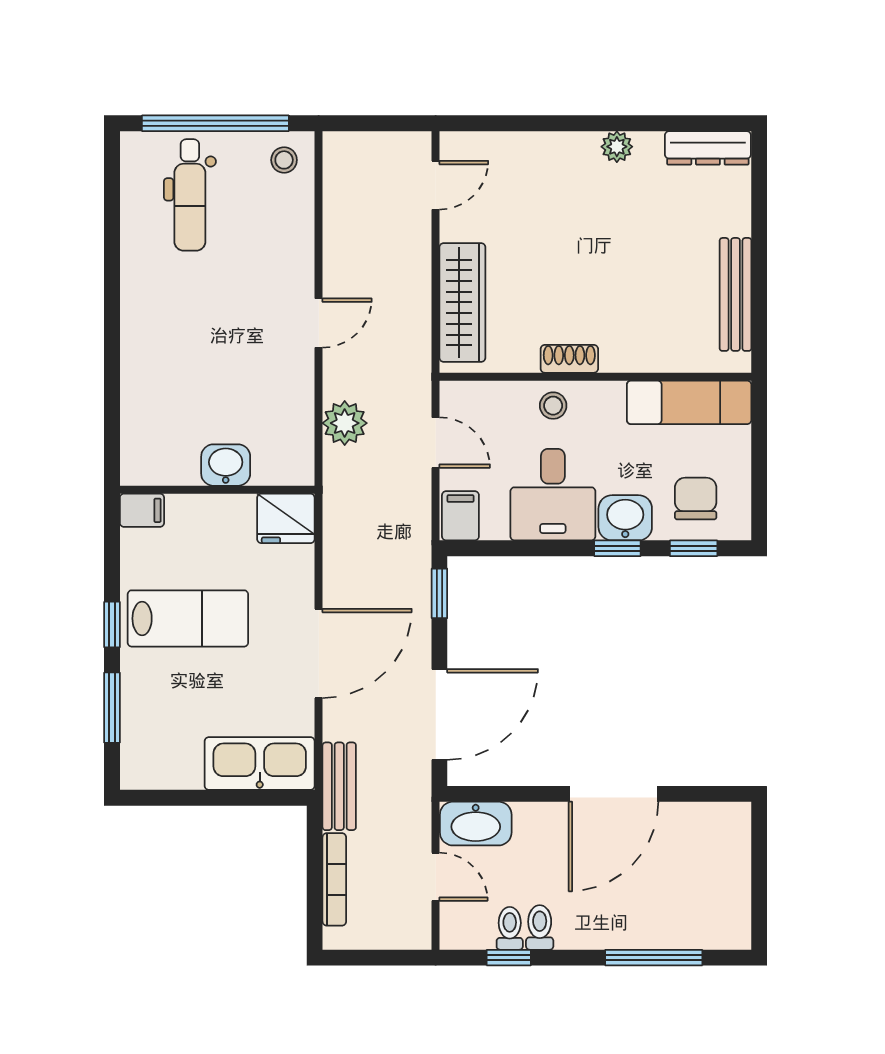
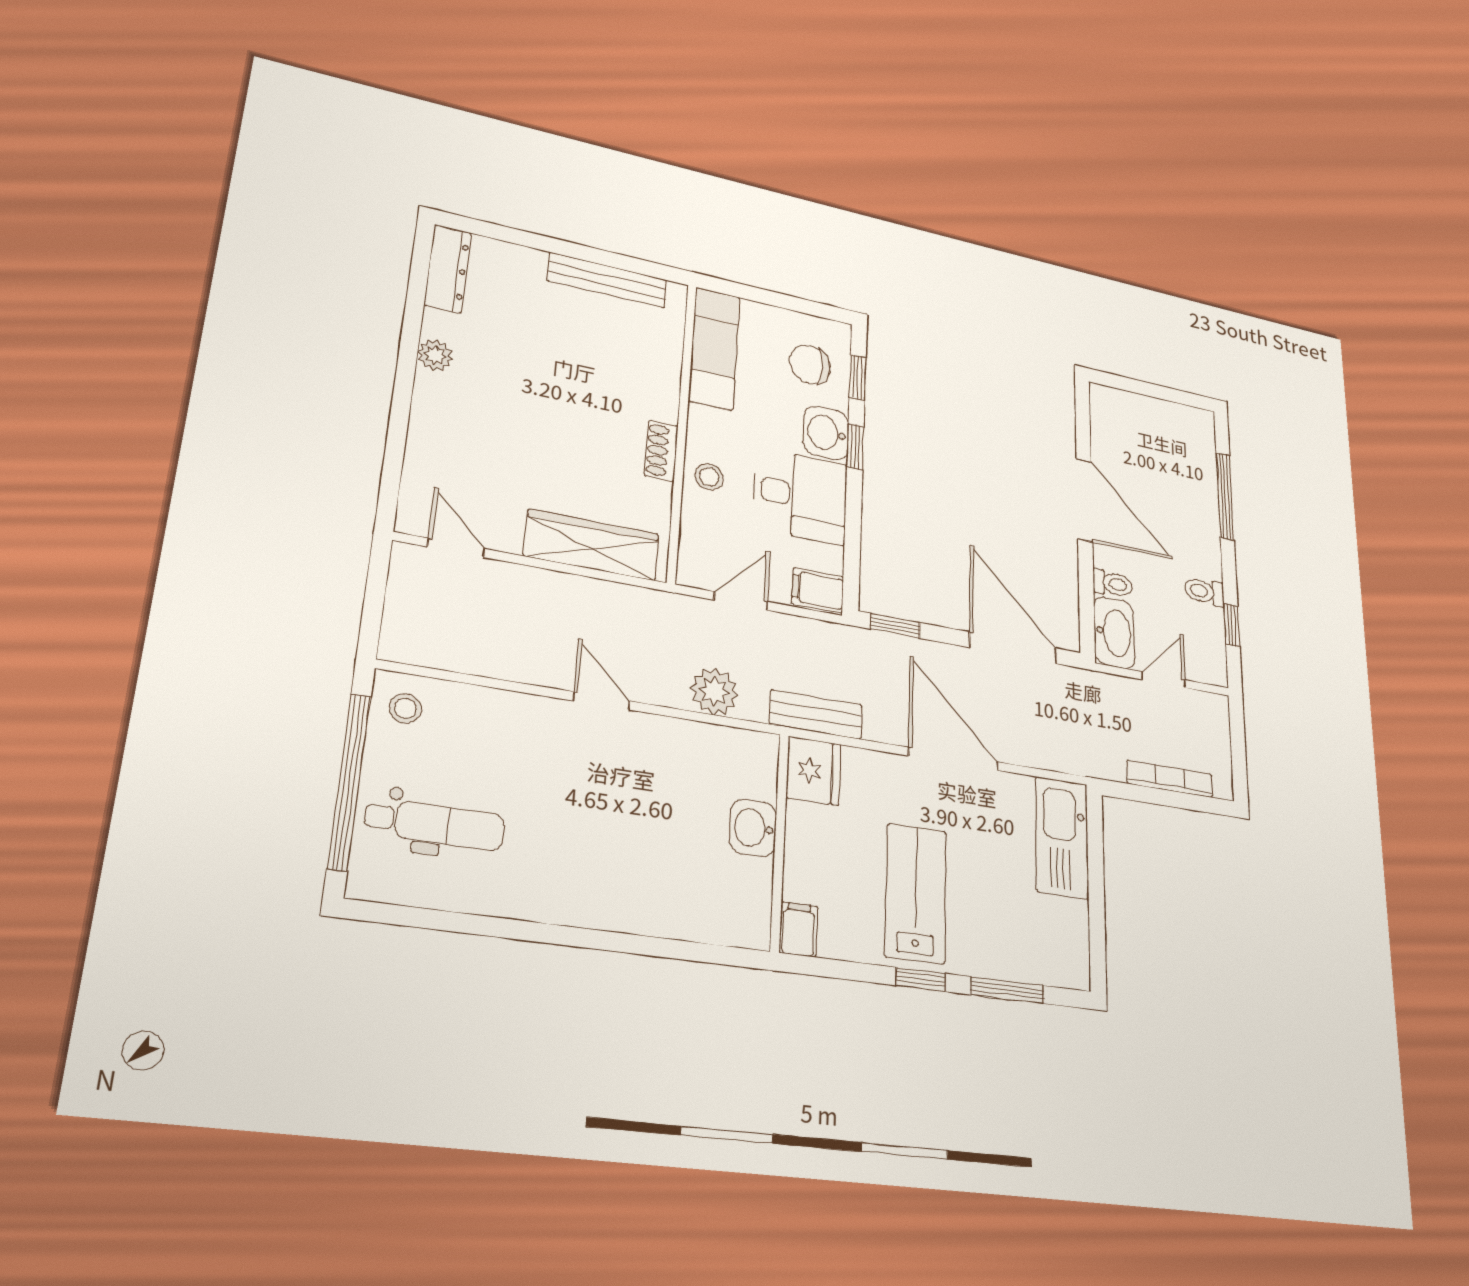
bench: (339, 786) -> (816, 714), moved
toilet: (510, 928) -> (1112, 584), moved, turned 180

